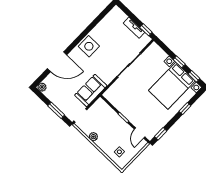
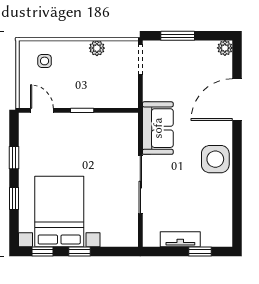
window: (146, 30) -> (200, 251), moved
sofa: (91, 90) -> (158, 128), moved
window: (161, 134) -> (14, 158), moved

